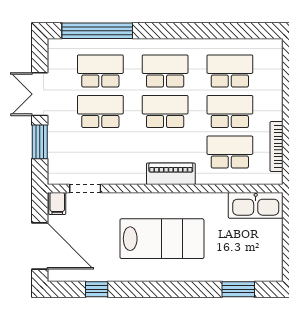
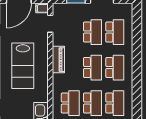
window: (97, 31) -> (137, 30), removed
piano: (171, 174) -> (58, 60), moved

